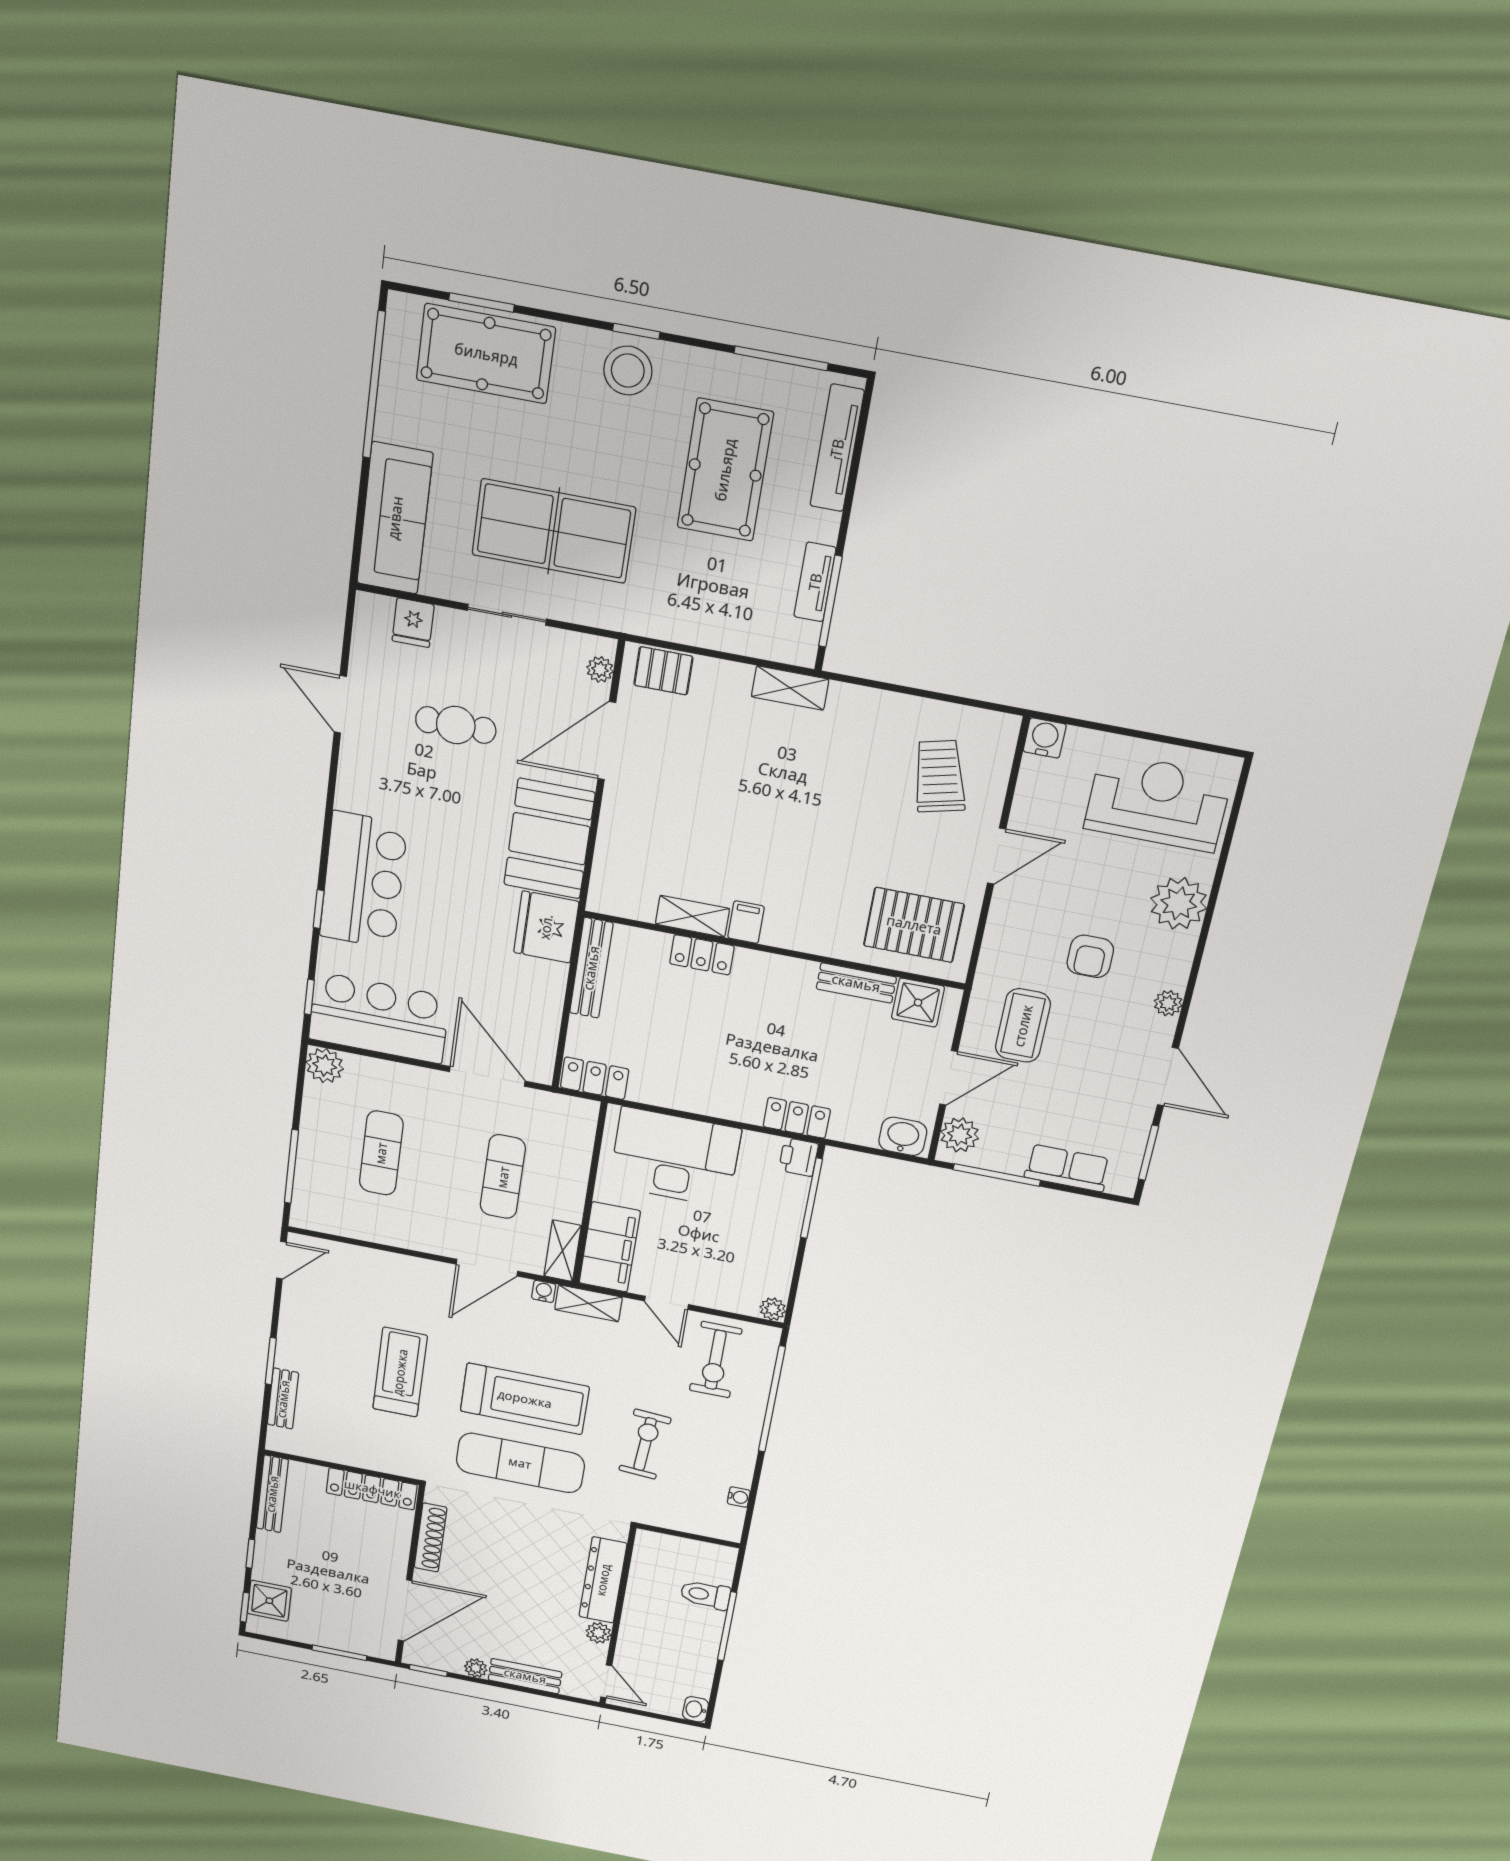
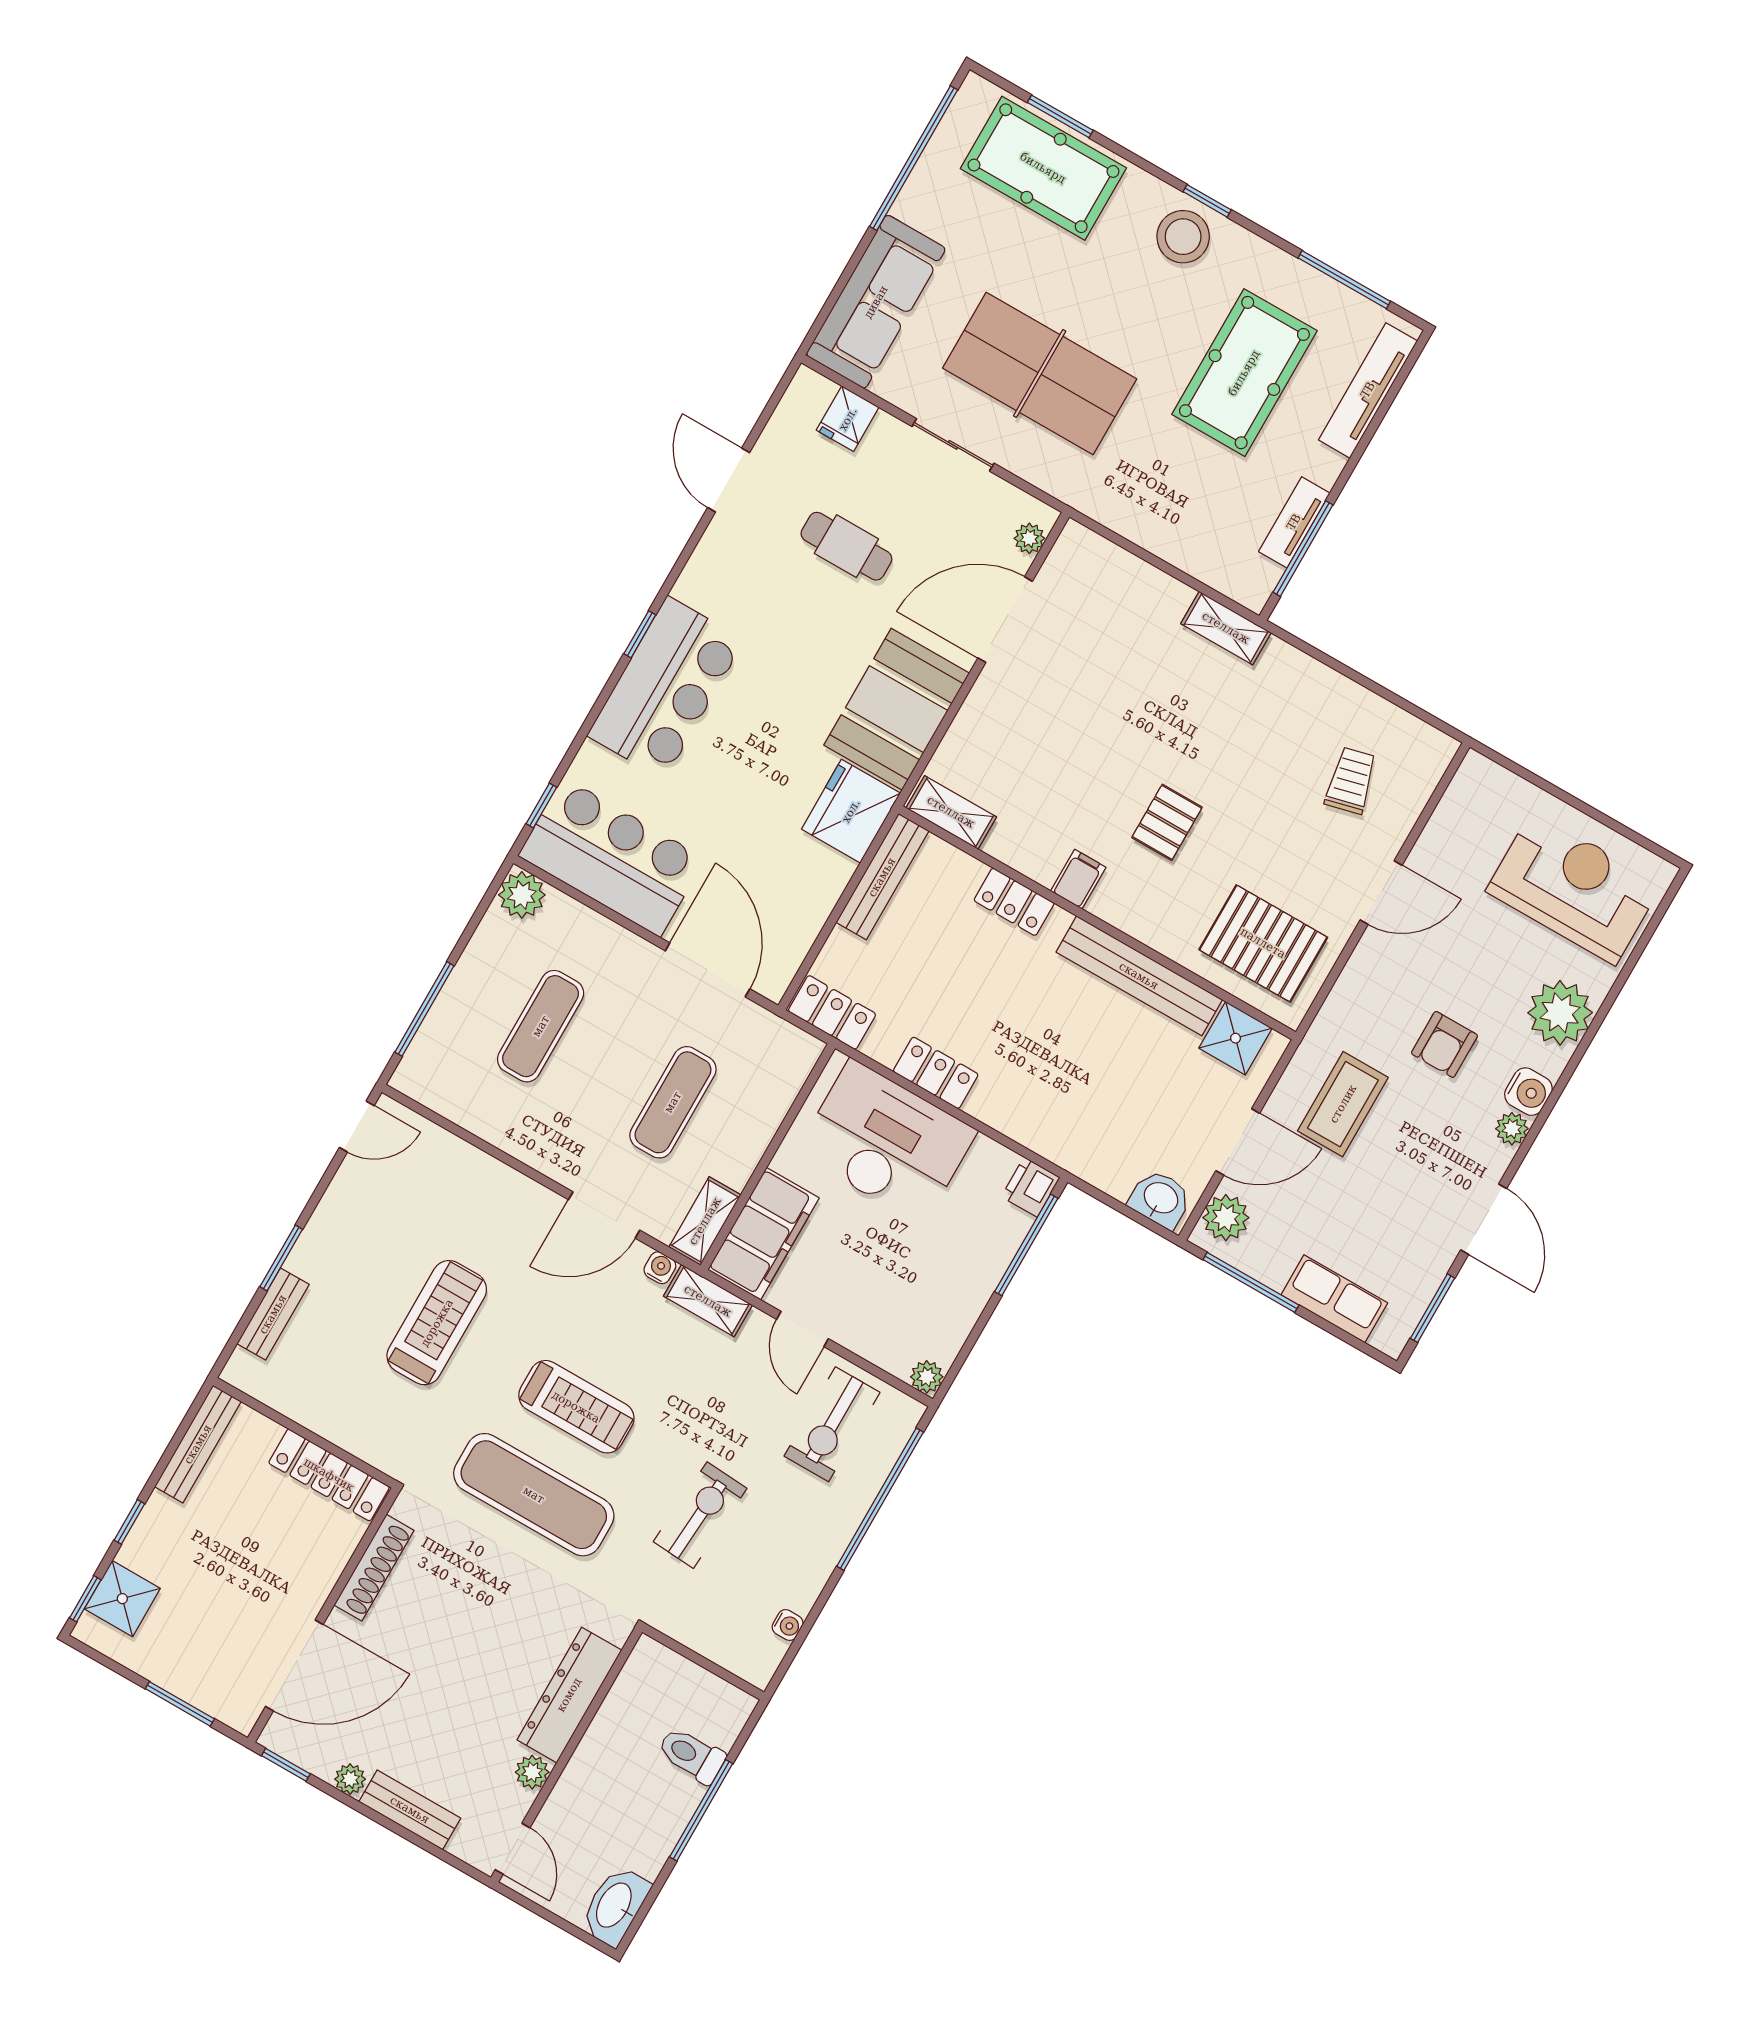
pallet: (663, 671) -> (1167, 822), moved, turned 90
water cooler: (1045, 738) -> (1528, 1092), moved, turned 90
trolley: (939, 776) -> (1351, 781), width x0.73, depth x0.72
window: (319, 909) -> (640, 634), moved
shelving: (692, 916) -> (951, 812), moved
bench: (856, 983) -> (1139, 976), width x1.86, depth x1.21
locker: (797, 1118) -> (936, 1073), moved
treadmill: (525, 1399) -> (576, 1407), width x0.73, depth x0.73
washbasin: (696, 1709) -> (615, 1906), width x1.91, depth x1.45

